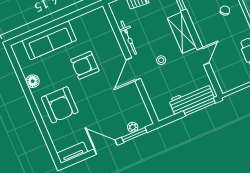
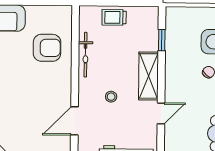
armchair: (85, 65) -> (47, 48), moved, turned 180
door: (133, 69) -> (74, 121), moved

